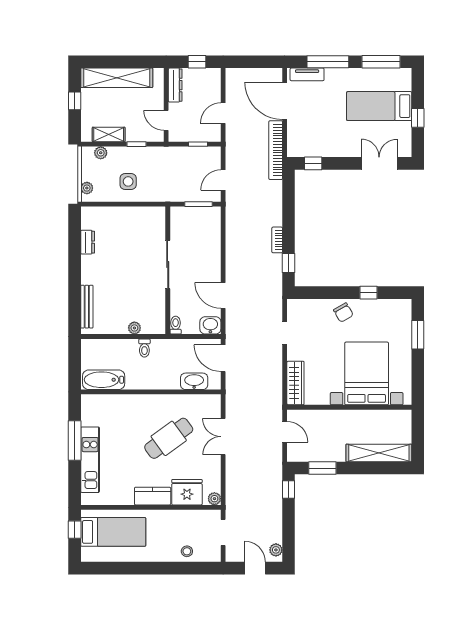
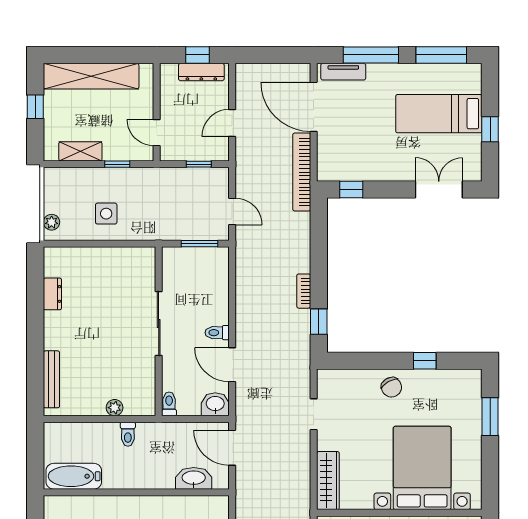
dresser: (175, 85) -> (201, 72), moved, turned 90
plant: (101, 153) -> (70, 176), removed
door: (223, 180) -> (232, 212), swing flipped
toilet: (212, 271) -> (217, 333), added

